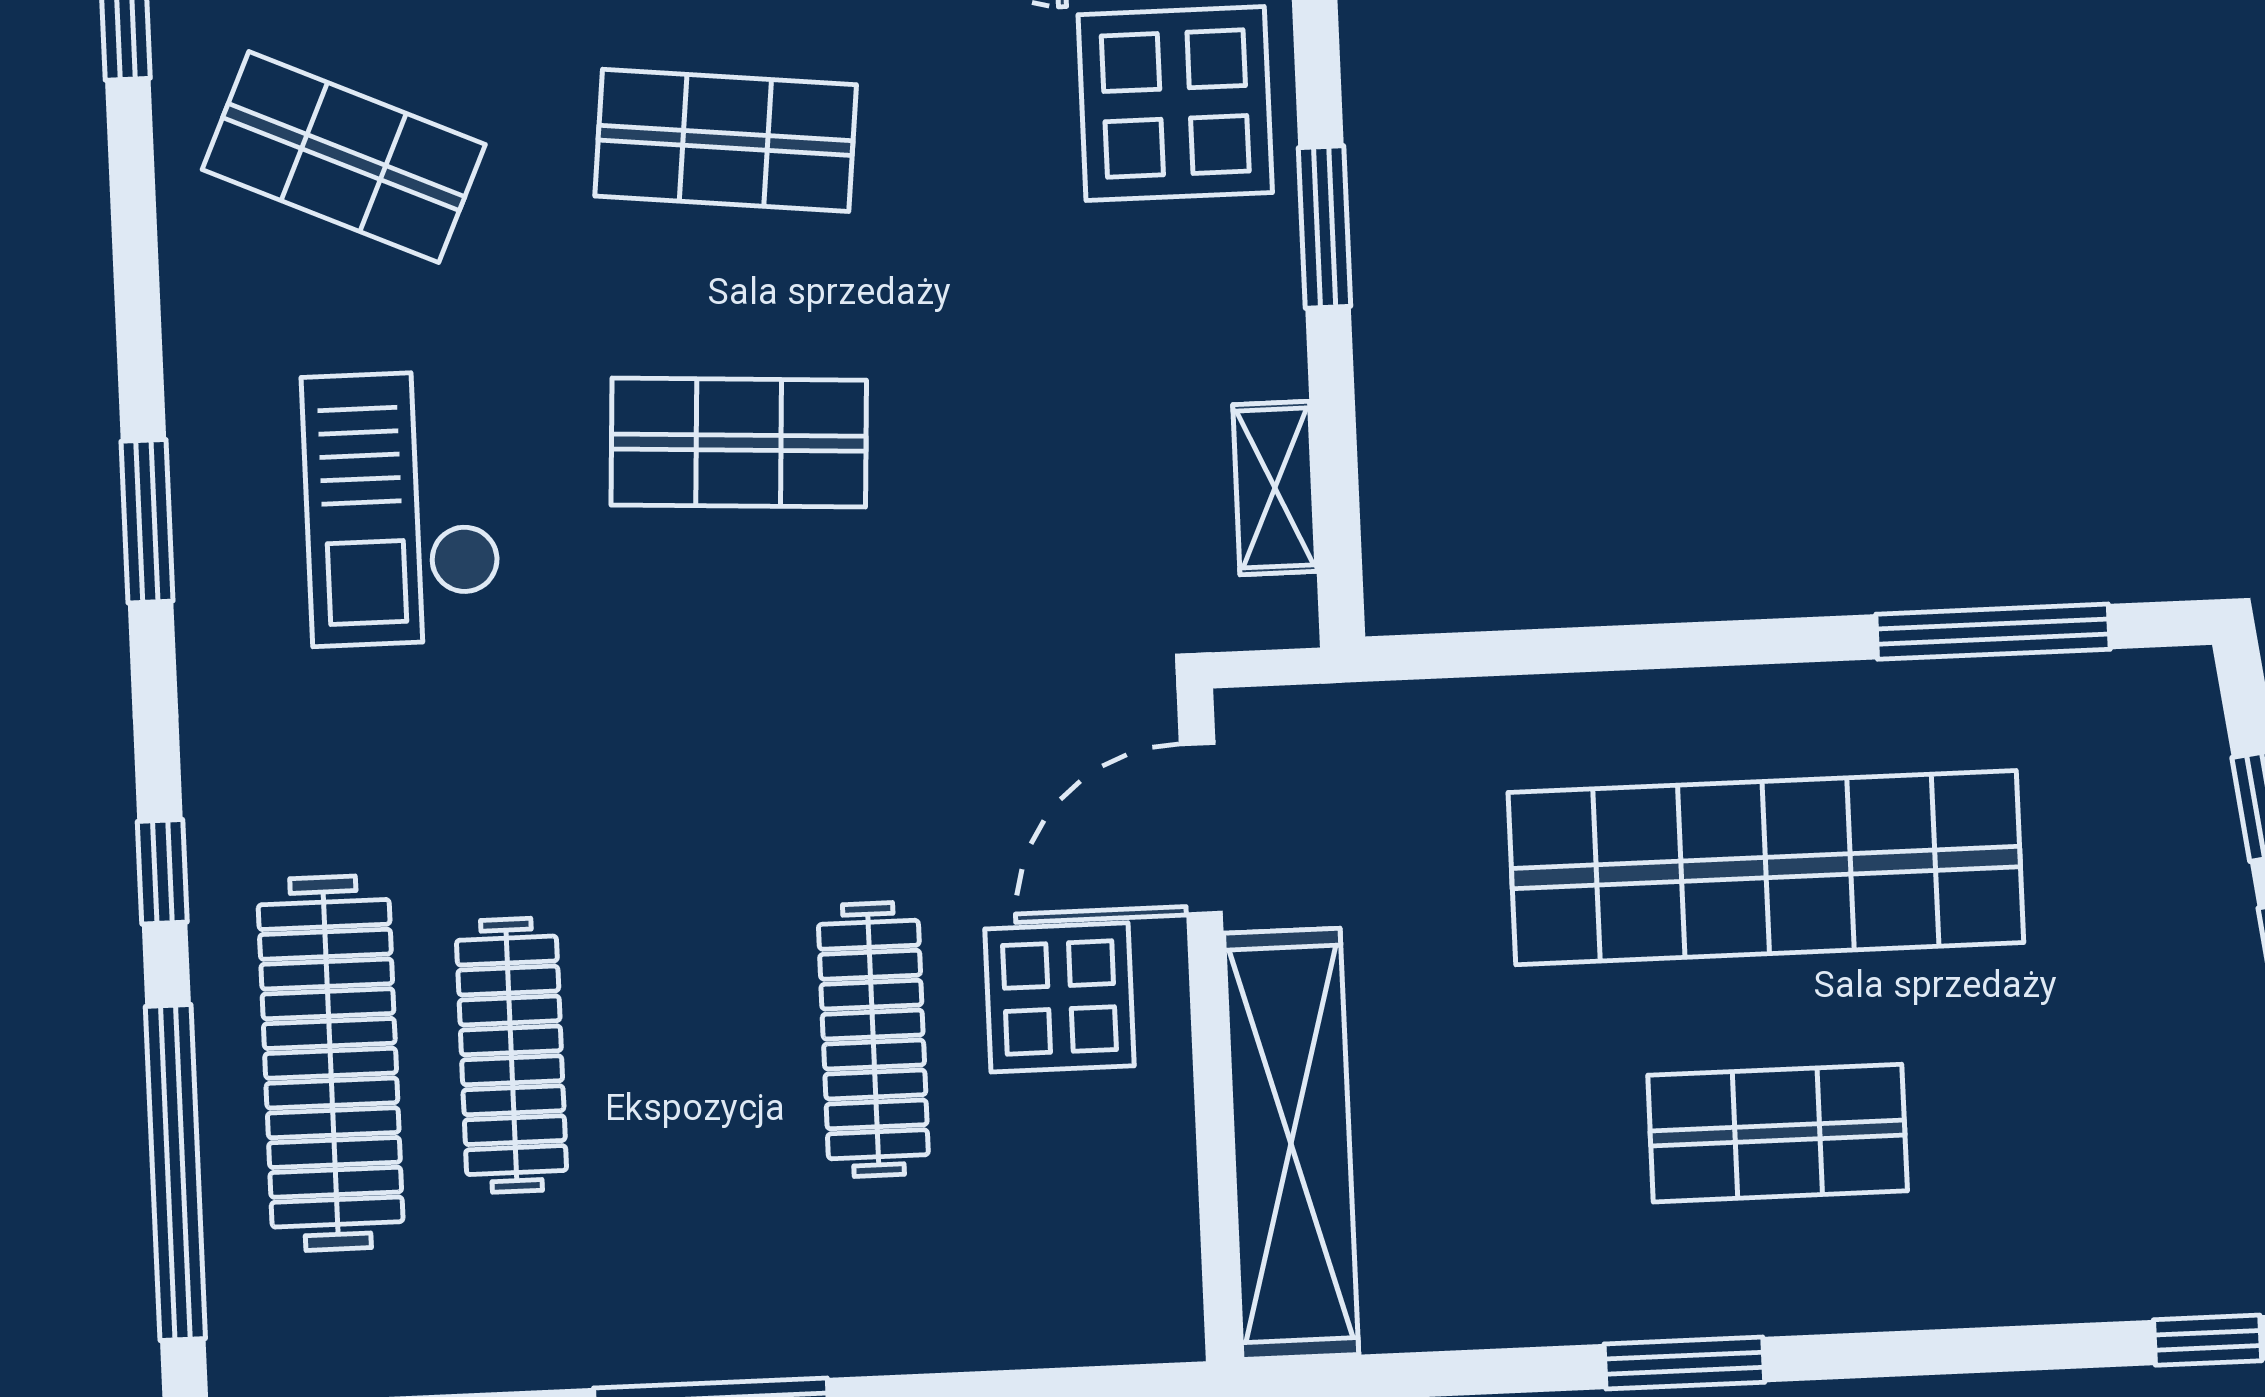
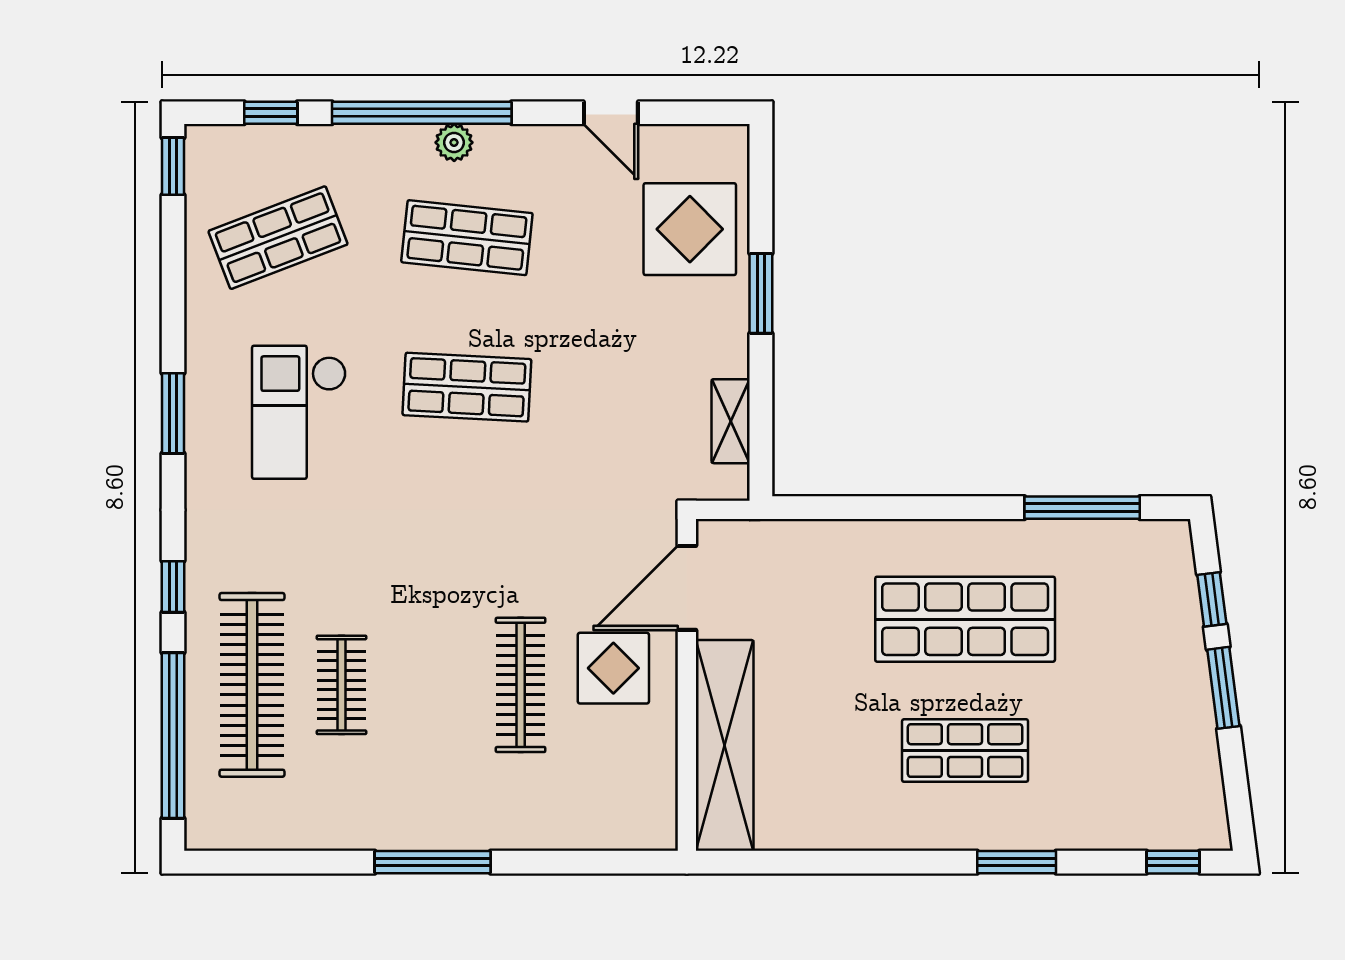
shop shelf: (344, 157) -> (278, 238), turned -45
shop shelf: (1766, 868) -> (965, 619), width x0.71
clothes rail: (512, 1055) -> (342, 685), width x0.73
window: (1684, 1363) -> (1017, 862), moved

